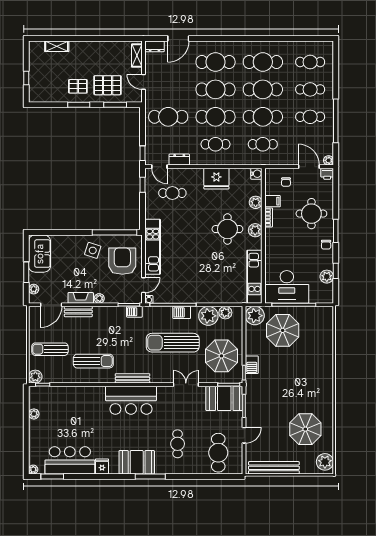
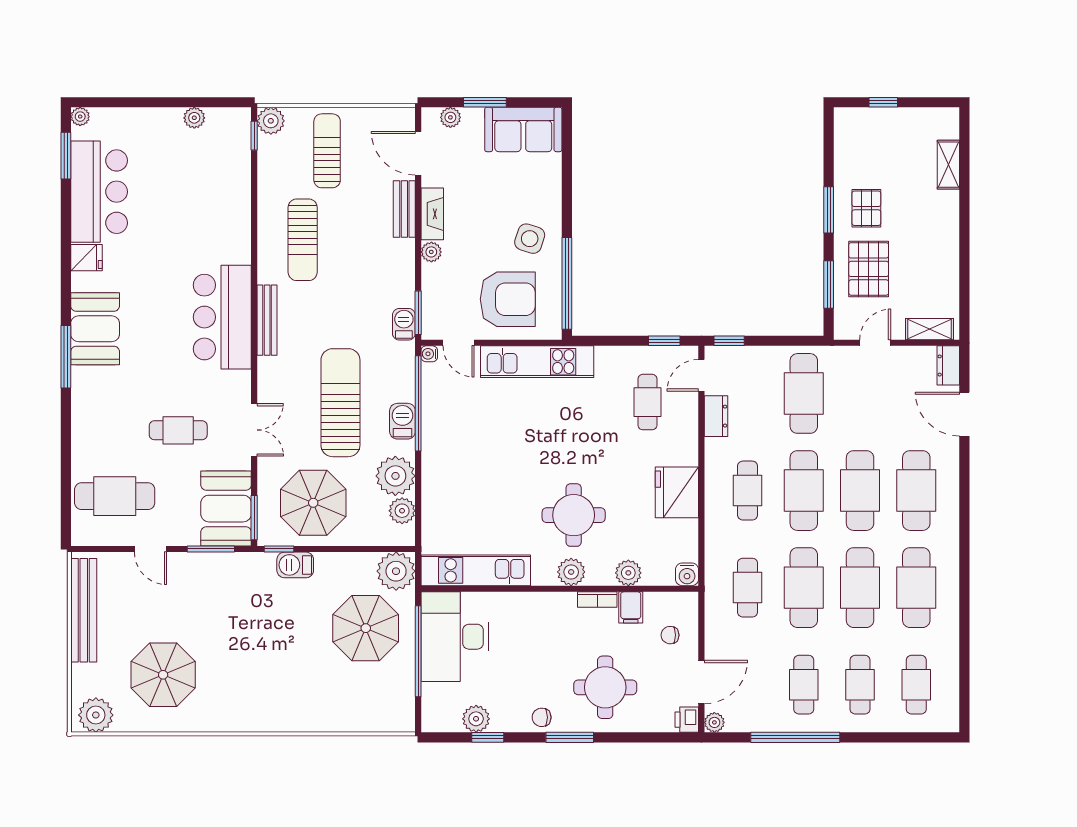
cafe table: (178, 444) -> (178, 430), moved

